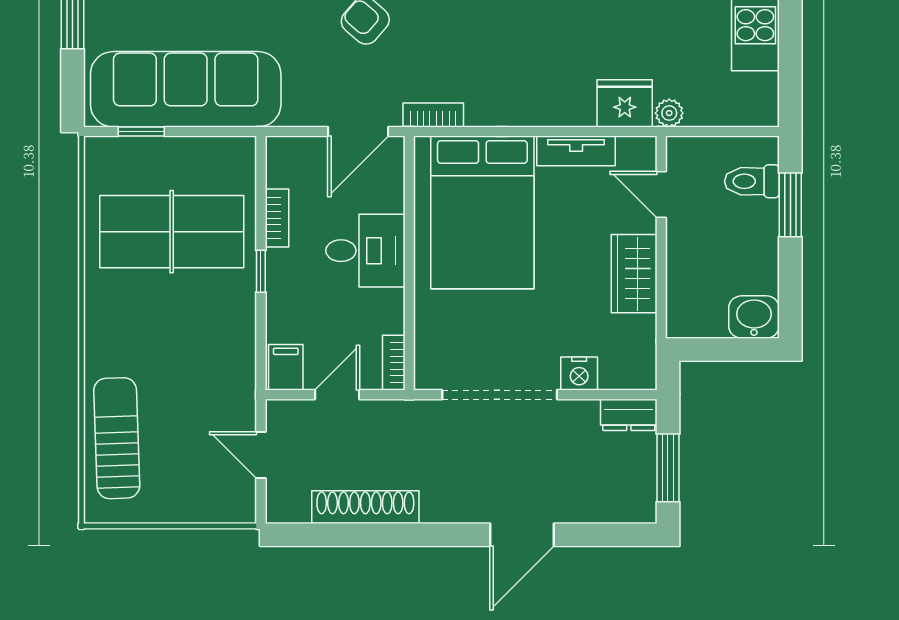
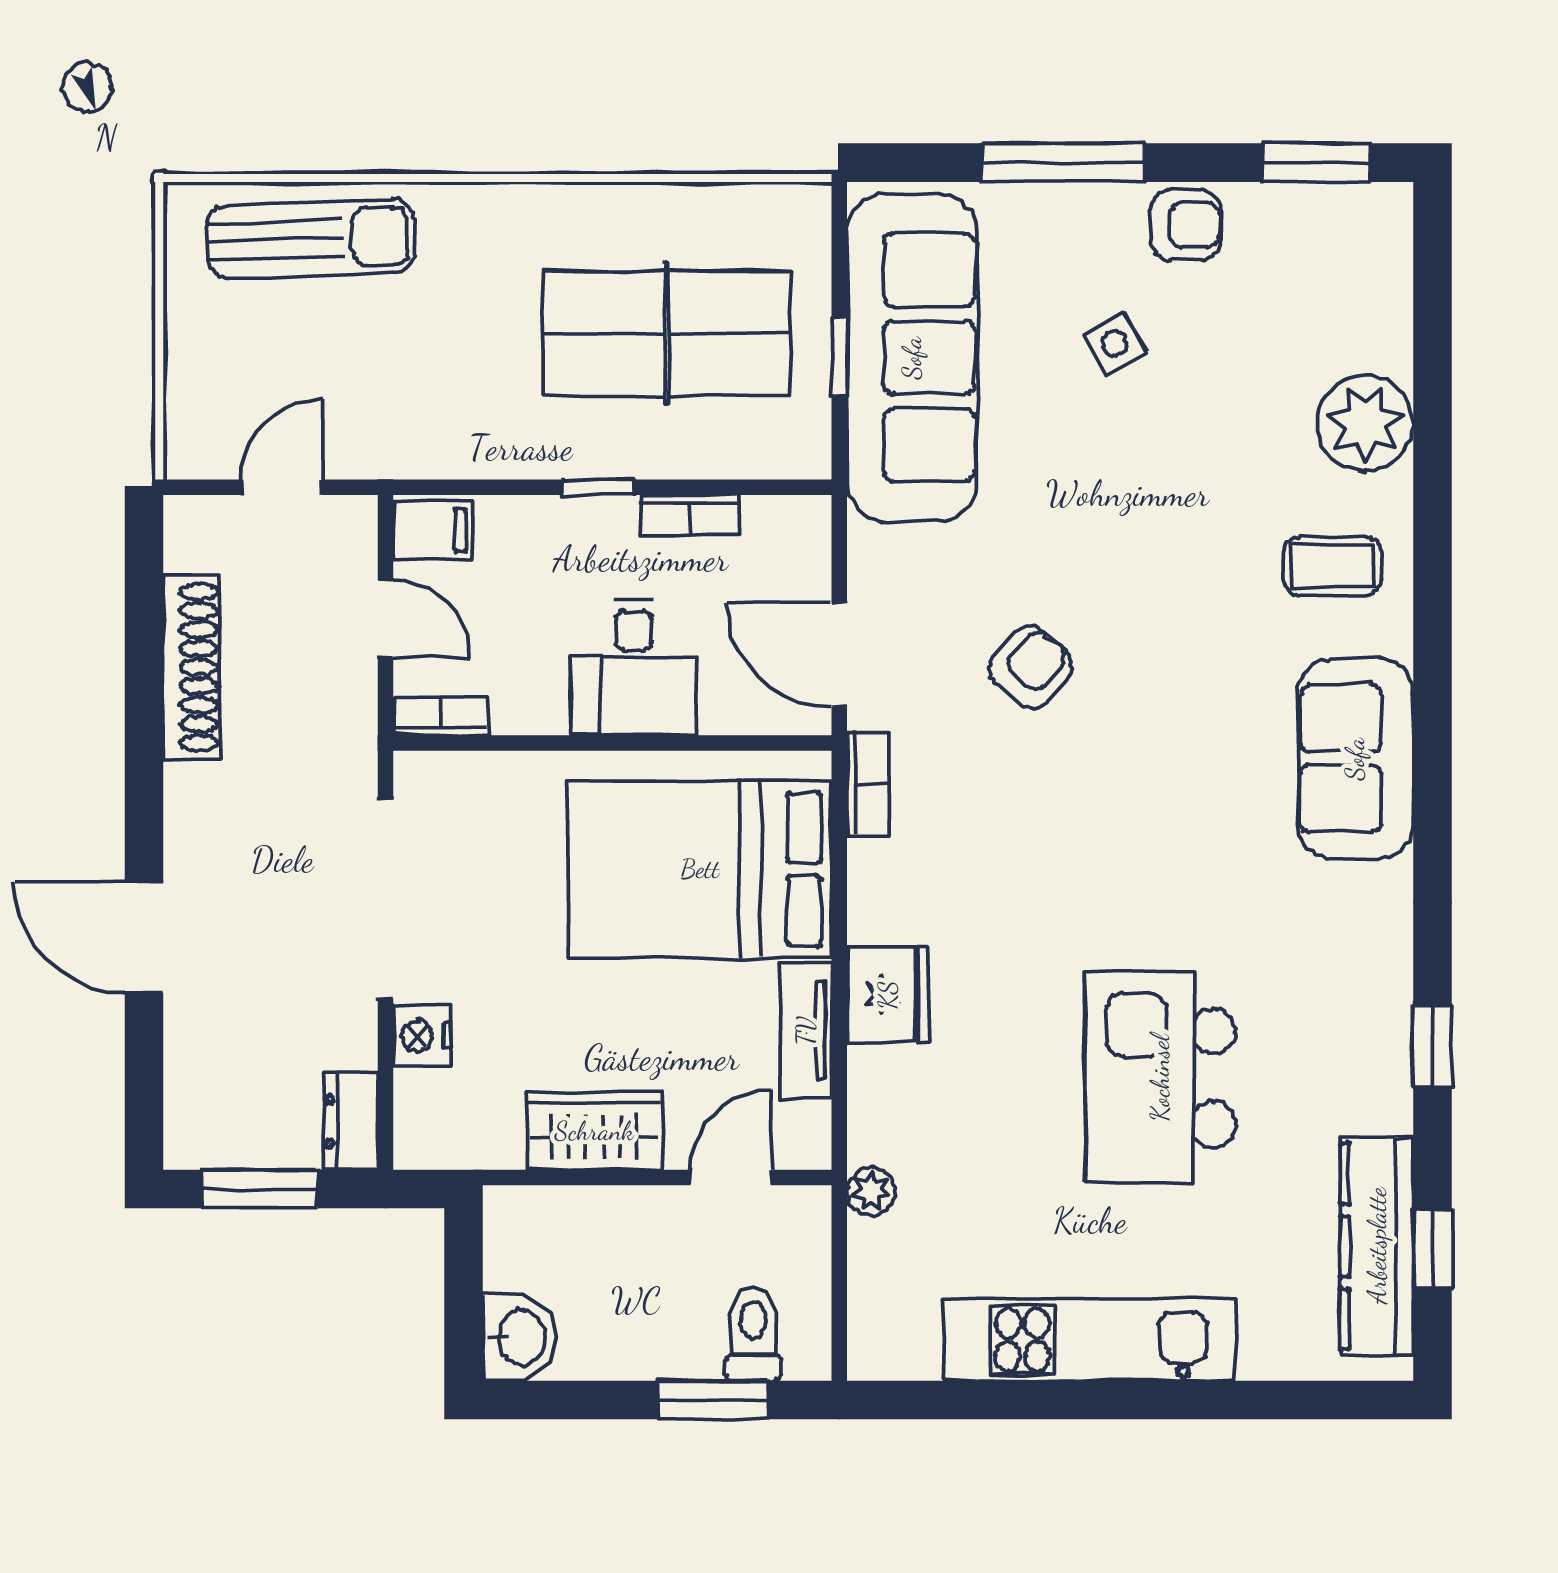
fridge: (625, 103) -> (888, 995), moved
window: (141, 131) -> (839, 357), moved
table tennis table: (172, 232) -> (667, 333), turned 90

